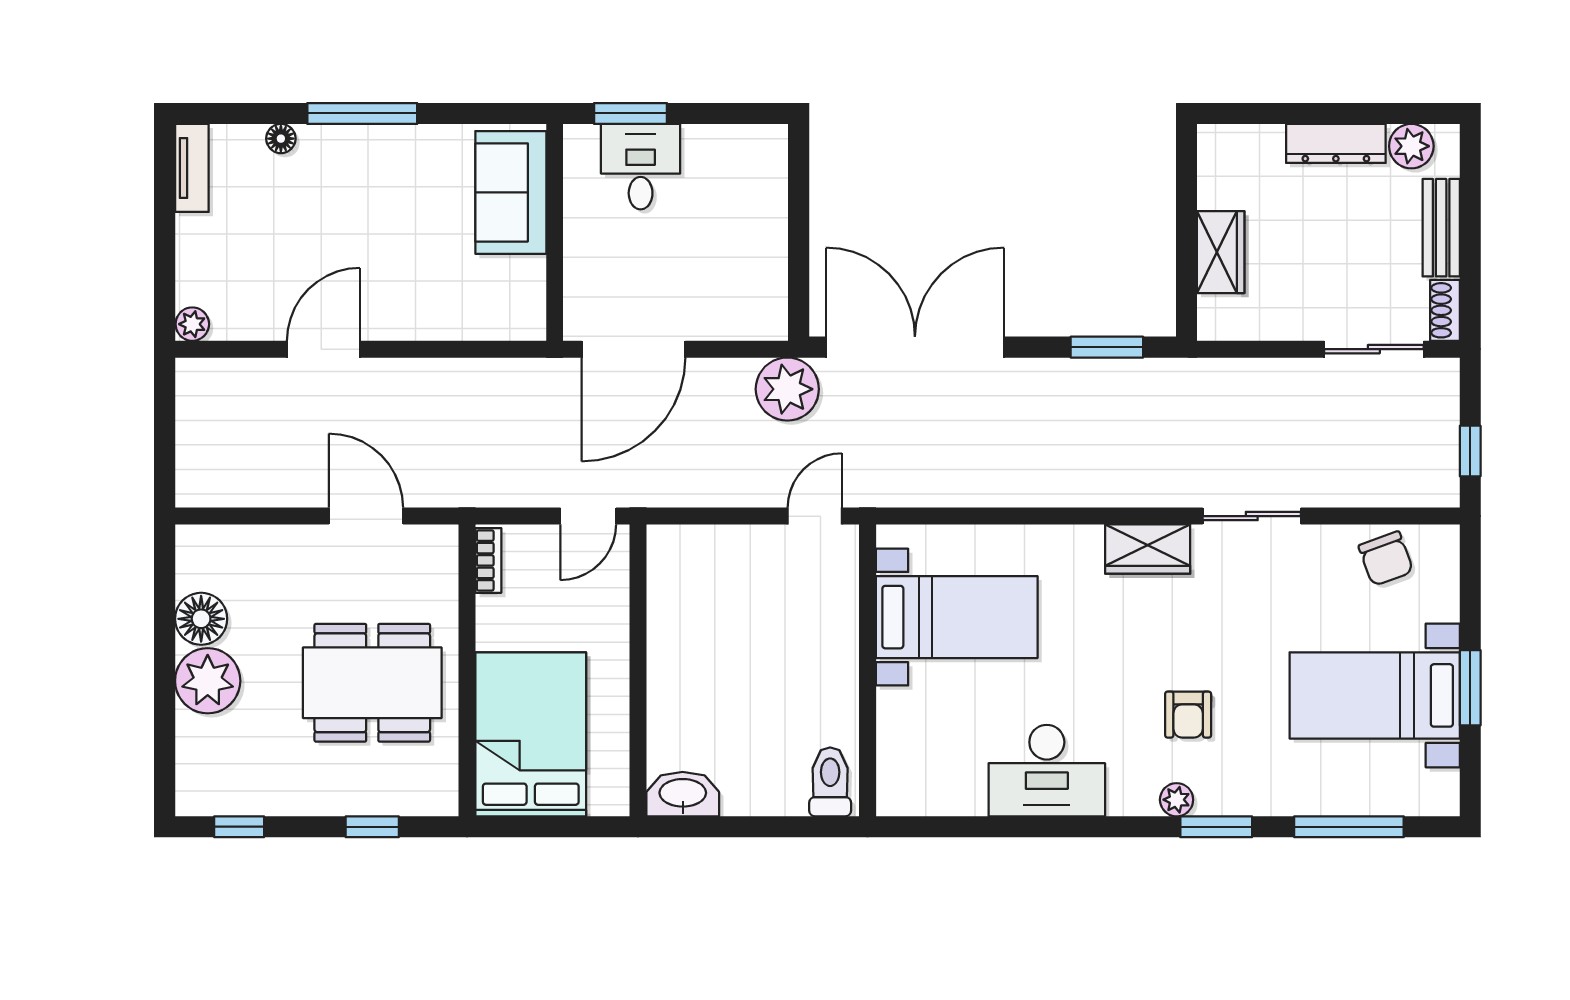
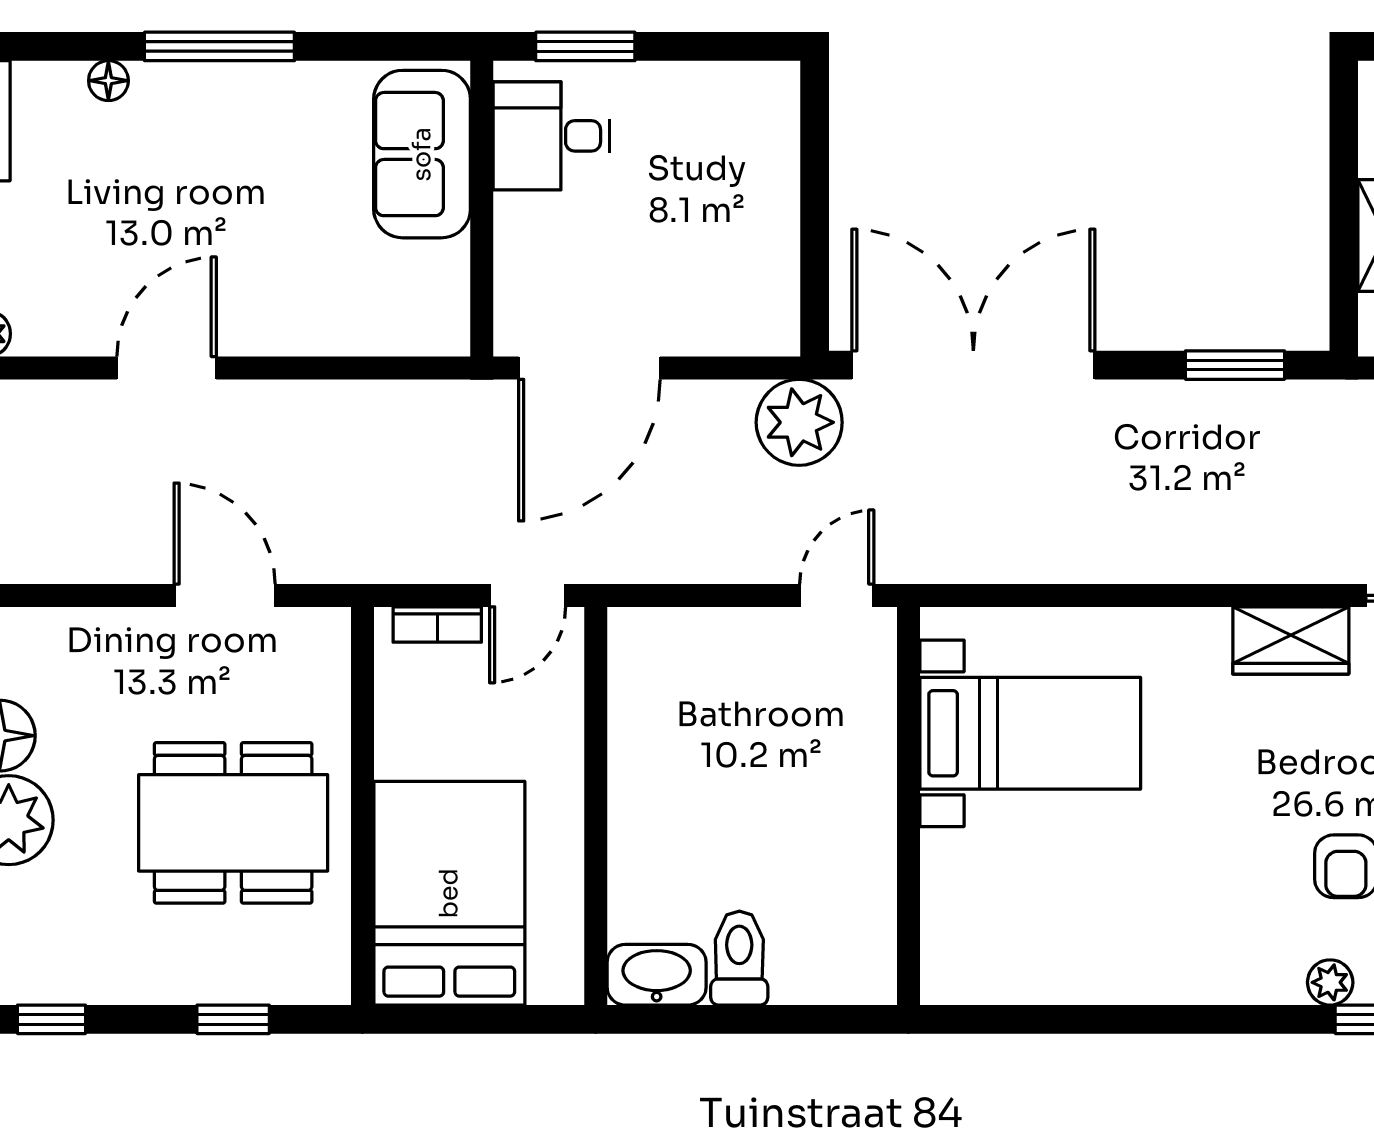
desk: (641, 167) -> (552, 136), moved, turned -90
bookcase: (488, 560) -> (437, 624), moved, turned 90
desk: (1047, 771) -> (1153, 943), removed
toilet: (830, 782) -> (739, 958), moved

